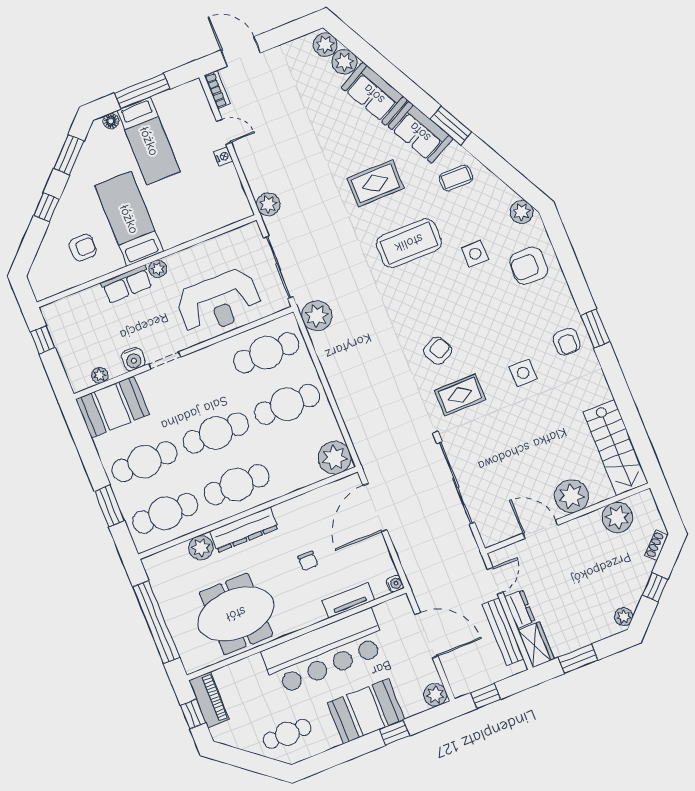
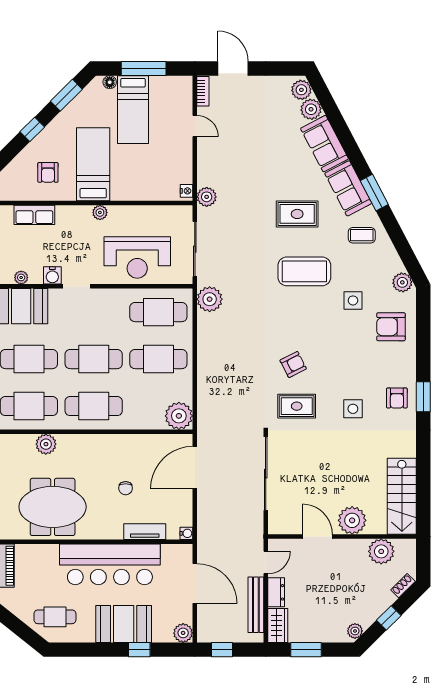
nightstand: (223, 157) -> (186, 191), moved
armchair: (83, 248) -> (48, 172), turned 90
row of seats: (127, 284) -> (34, 215), moved
dresser: (244, 530) -> (85, 444), removed

